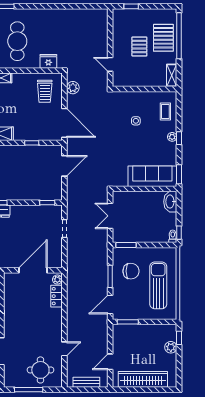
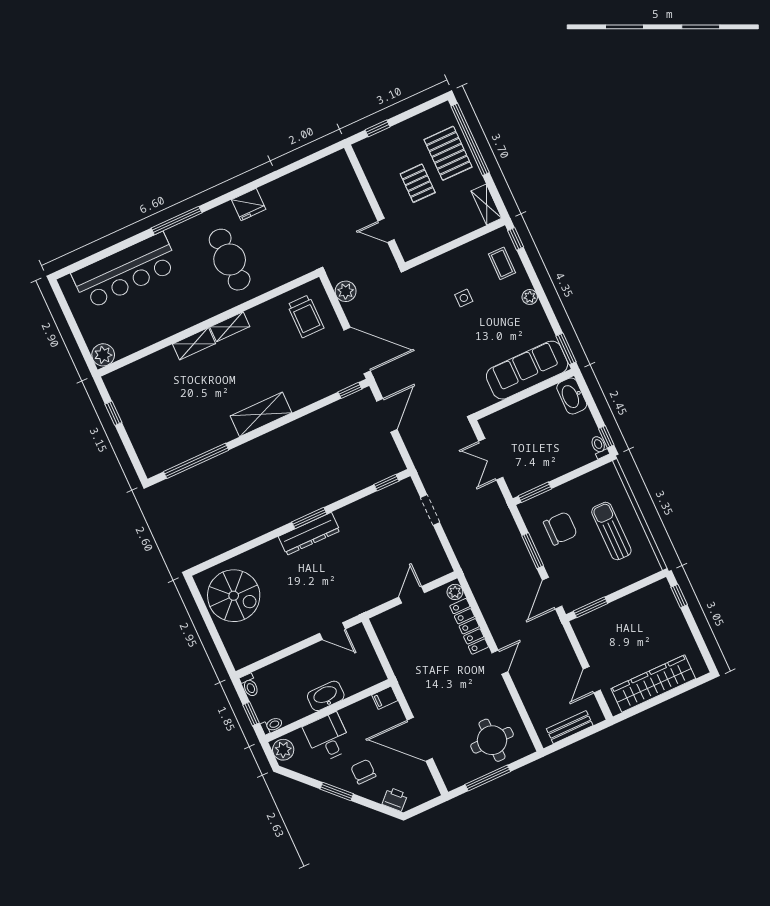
fridge: (48, 61) -> (249, 205), moved, turned 180
window: (179, 138) -> (516, 239), moved
window: (32, 143) -> (350, 390), moved
door: (33, 270) -> (412, 595), width x0.53
sun lounger: (158, 285) -> (611, 531), width x0.73, depth x0.75
locker: (56, 296) -> (469, 626), width x1.53
plant: (171, 347) -> (673, 616), removed
door: (64, 349) -> (500, 662), moved

